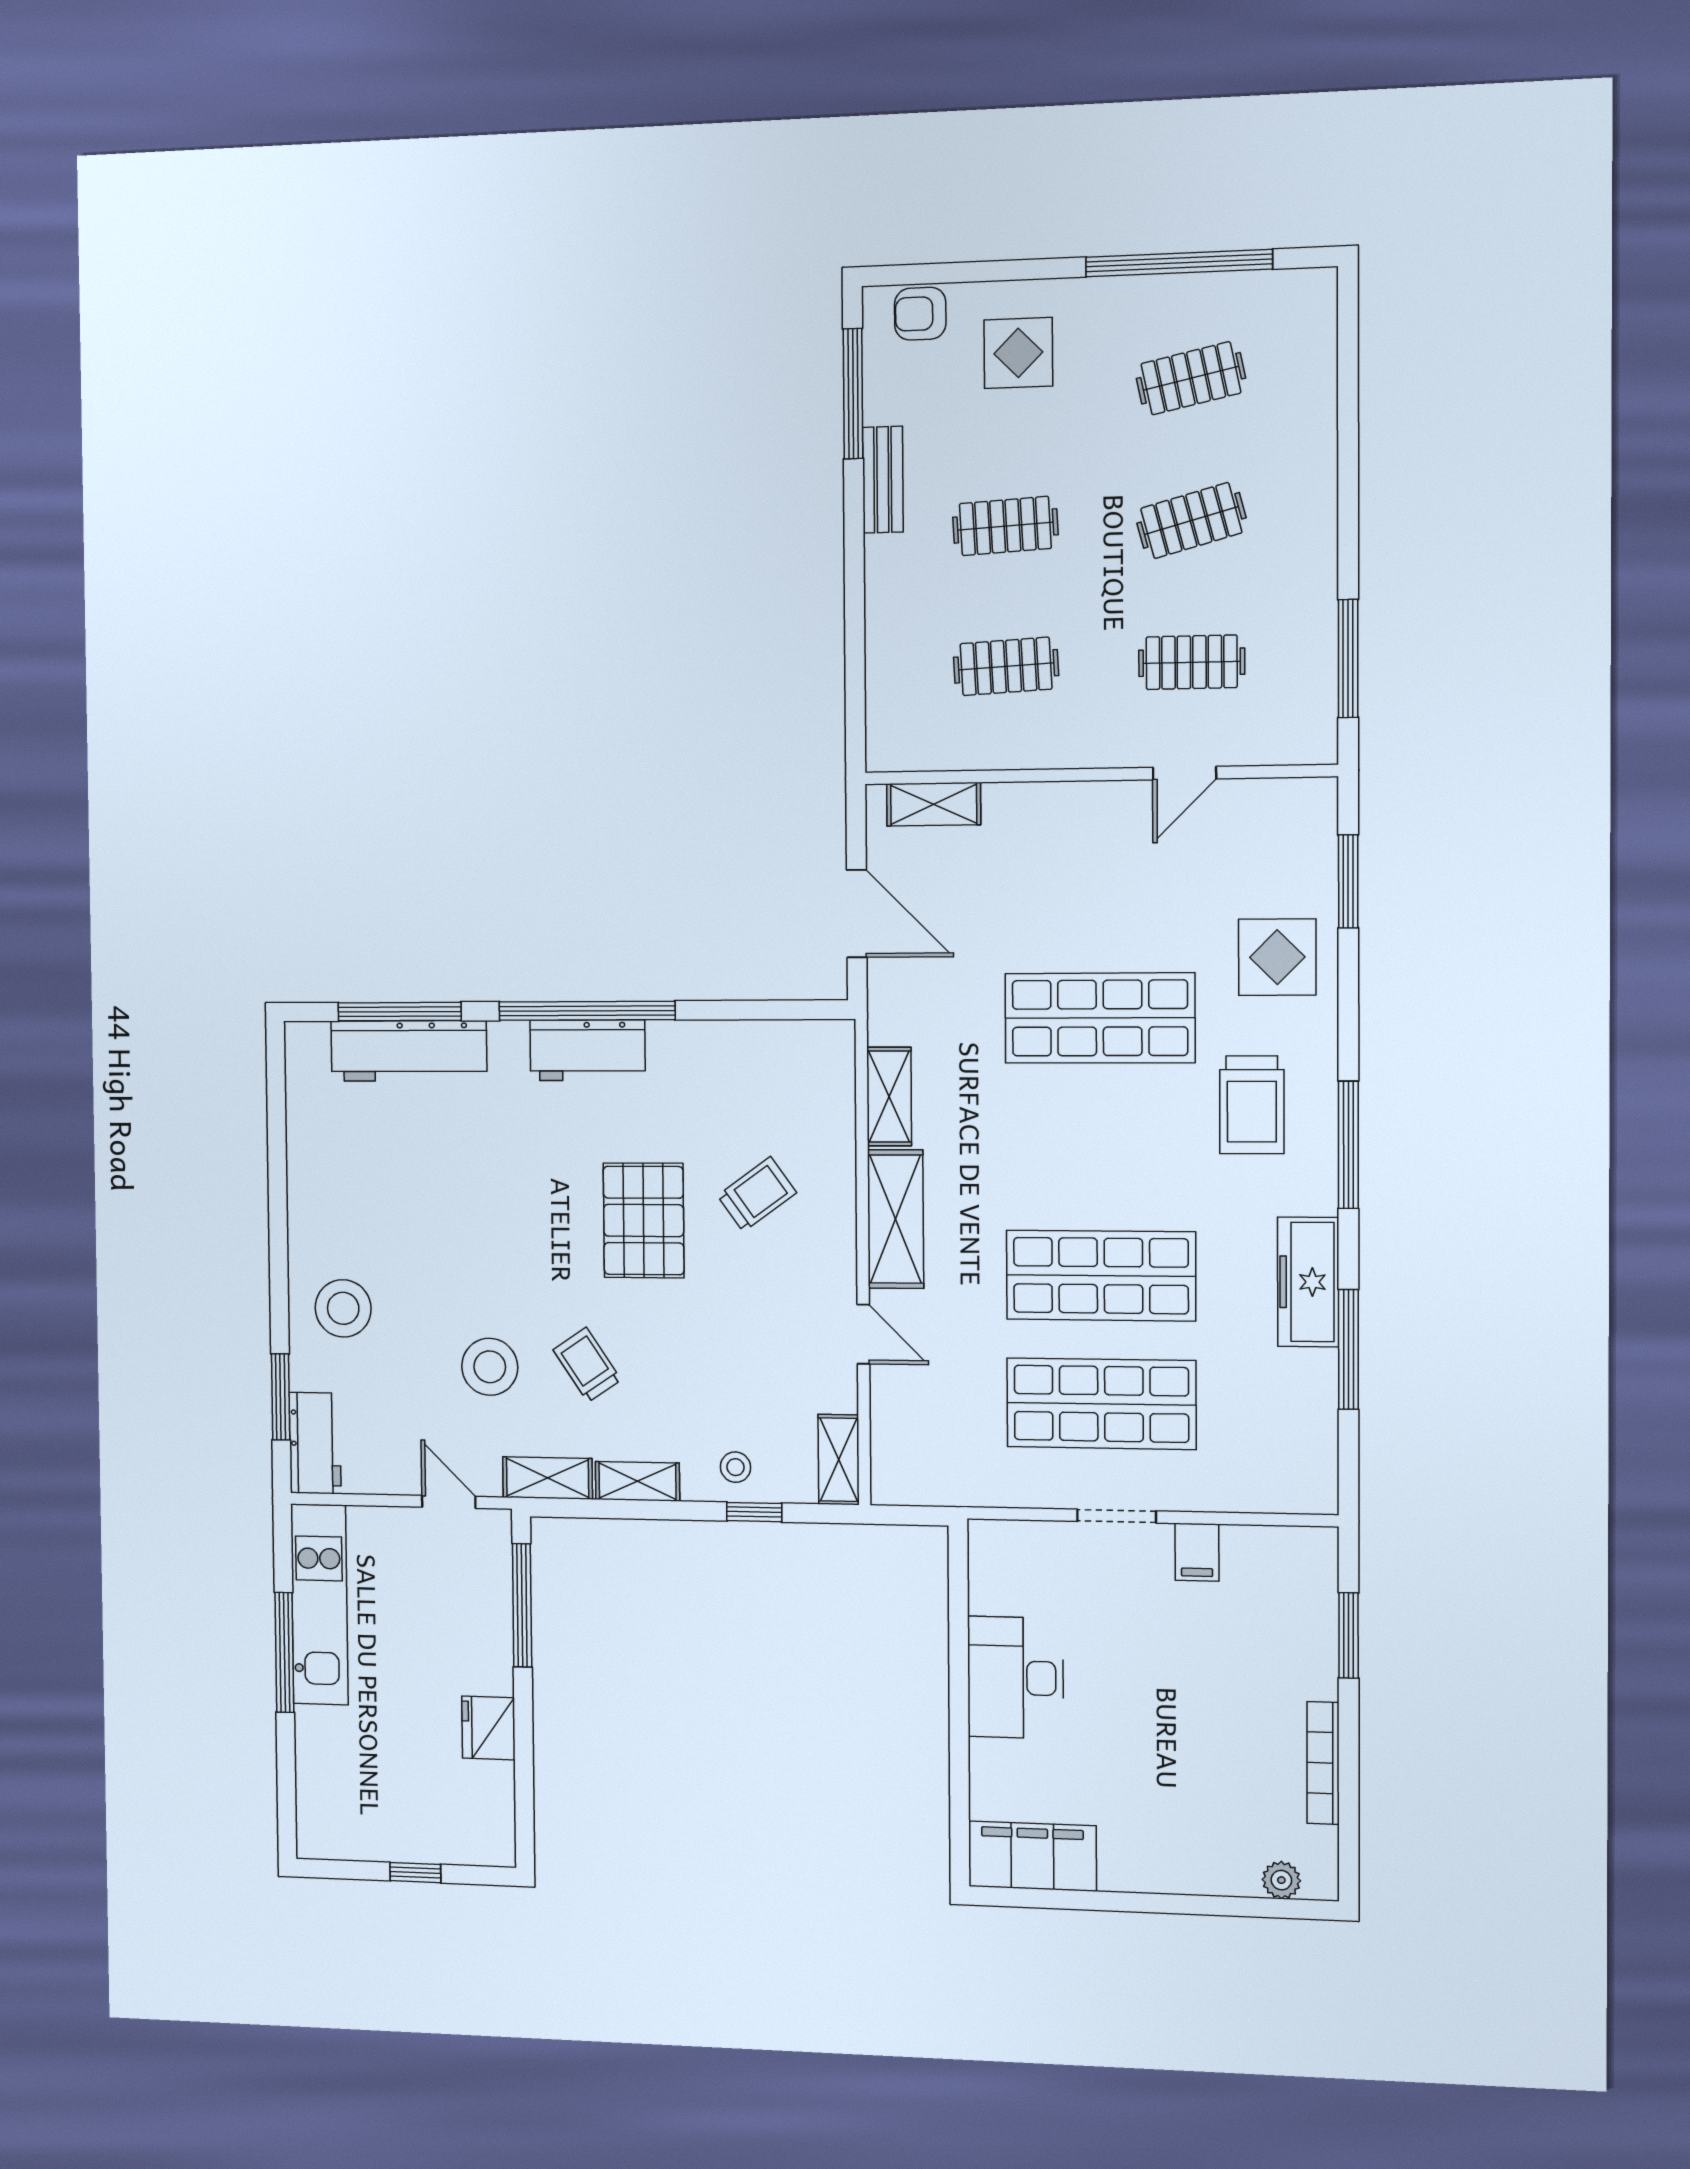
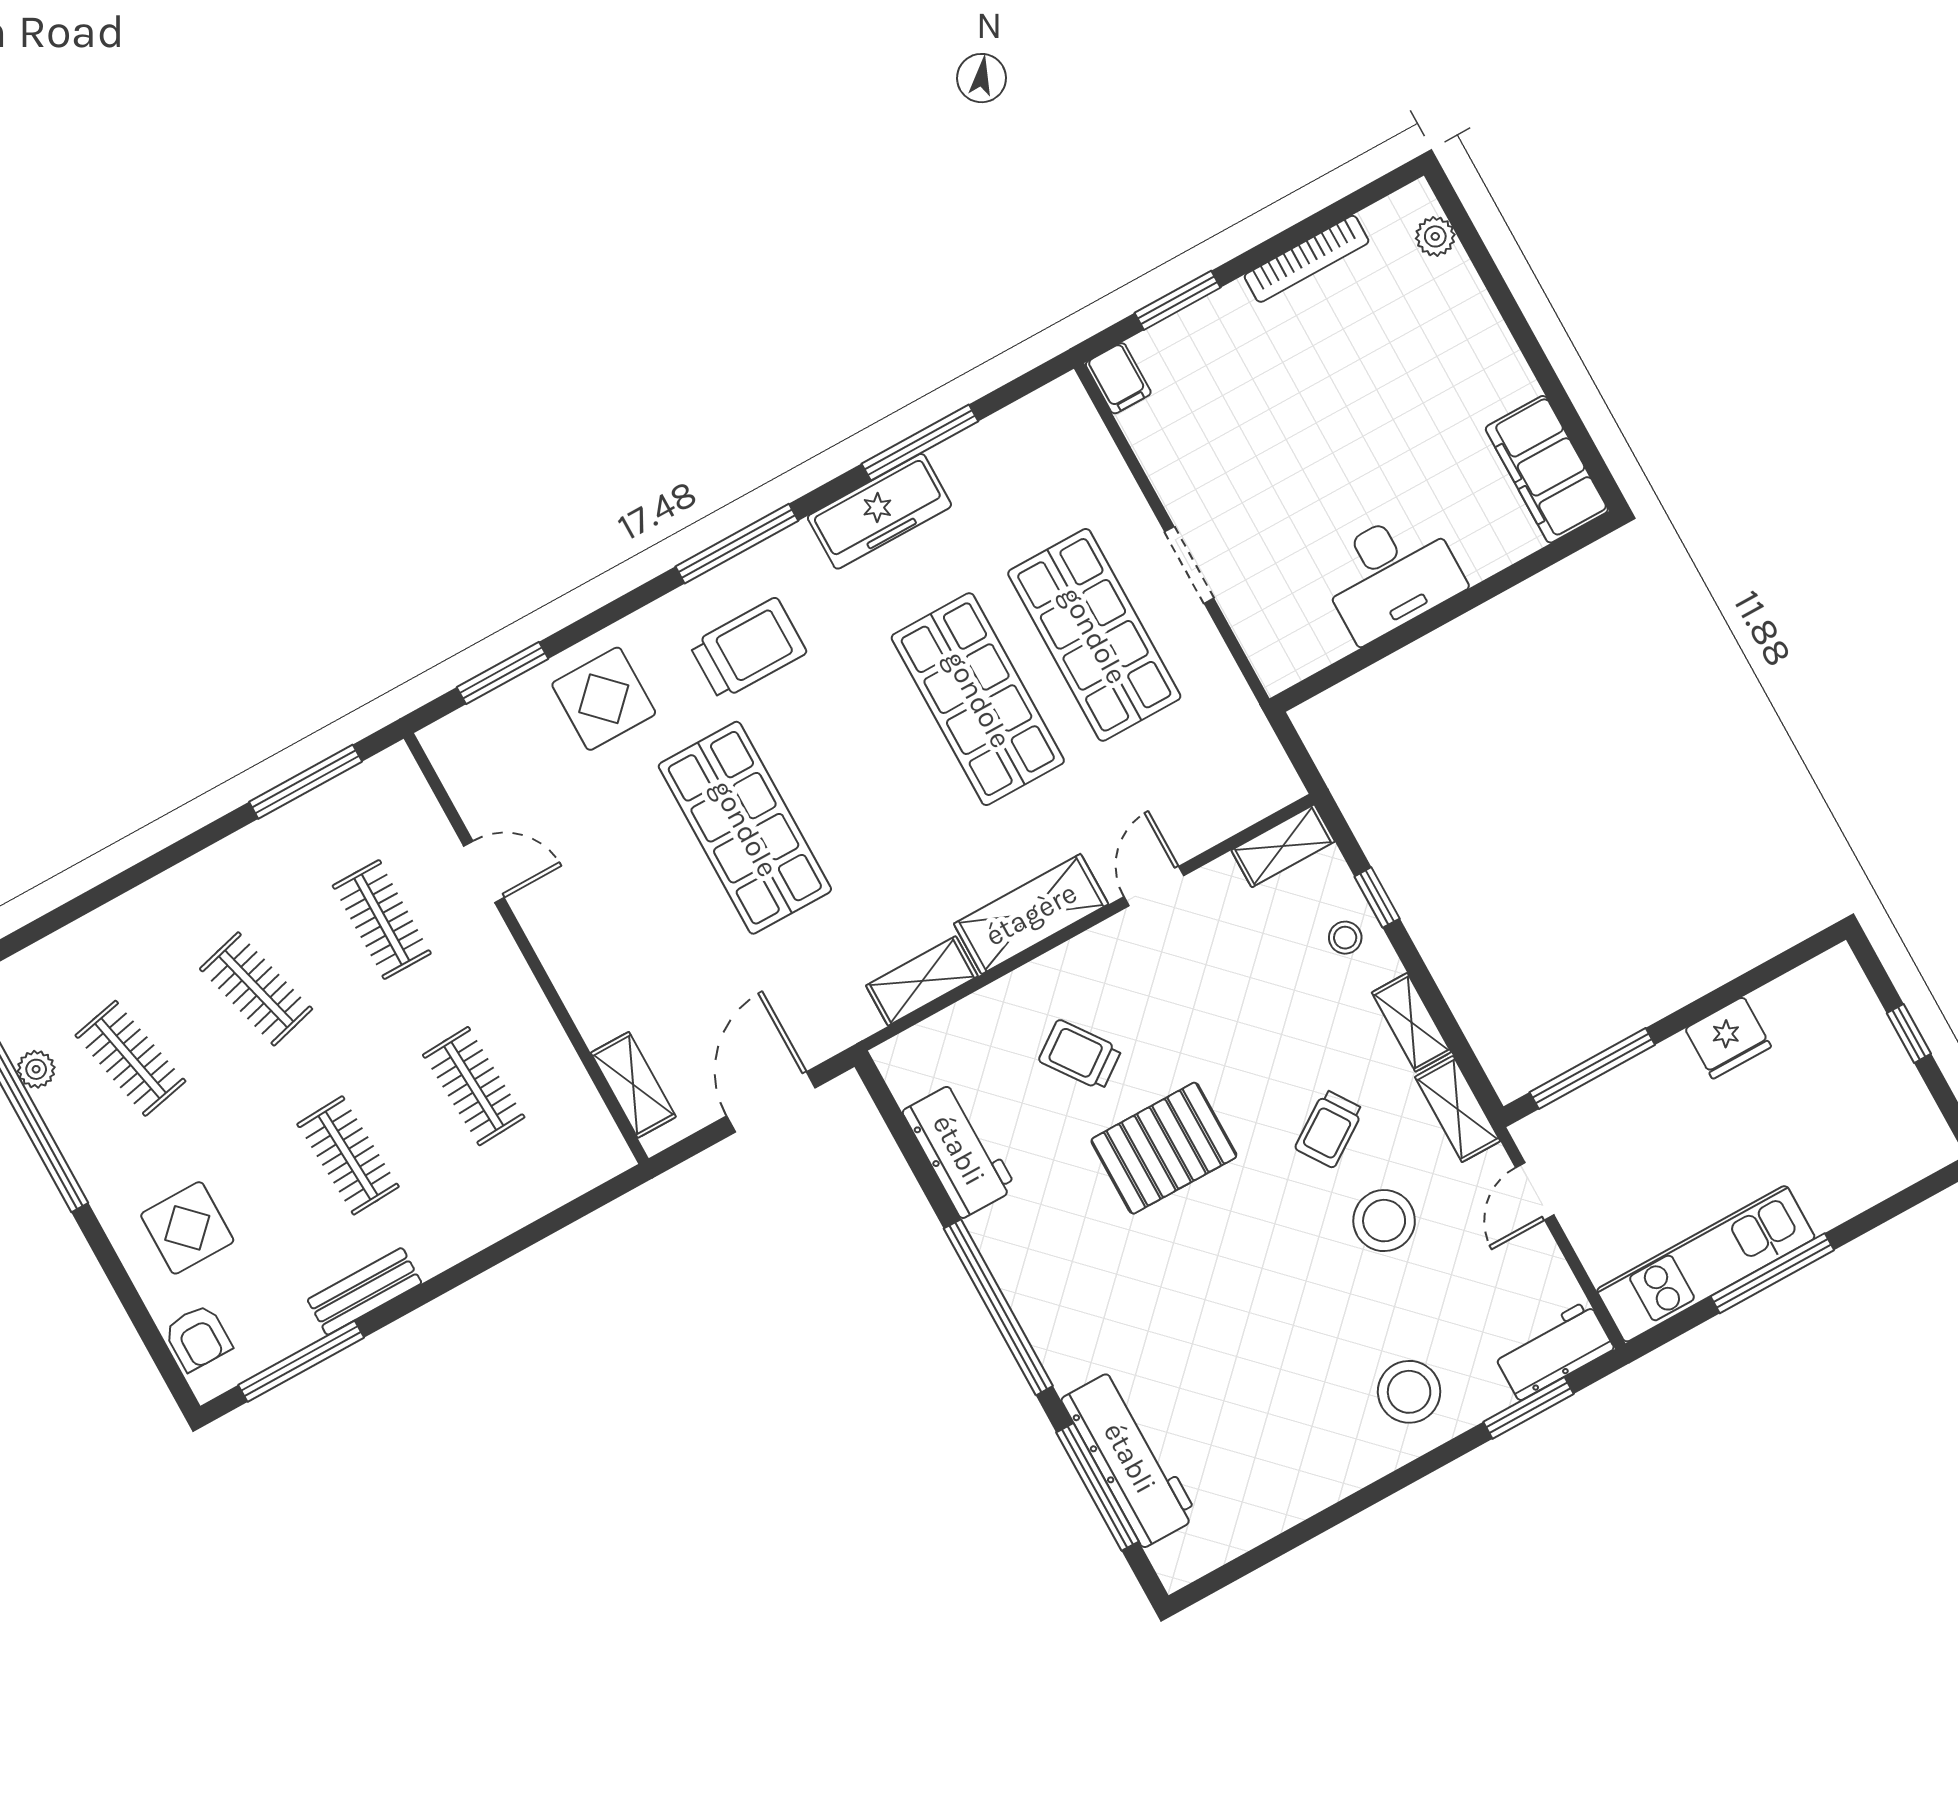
plant: (1226, 289) -> (36, 1069), added
workbench: (587, 1050) -> (959, 1150), moved
filing cabinet: (1197, 1552) -> (1118, 378), moved, turned 90

